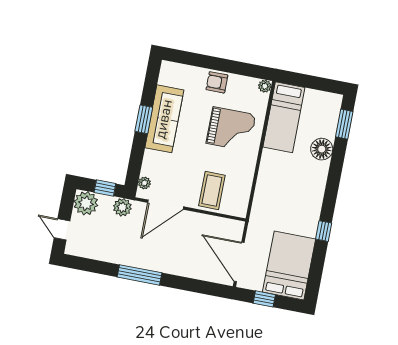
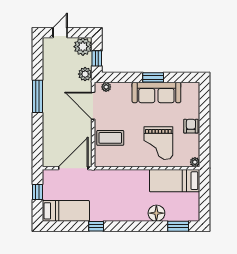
door: (239, 262) -> (73, 168), moved
bed: (289, 265) -> (66, 211), width x0.67

